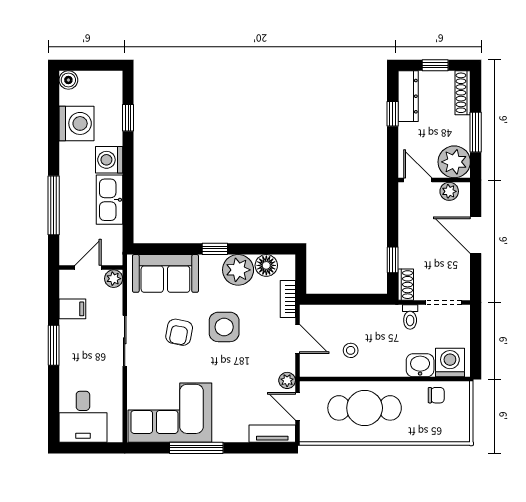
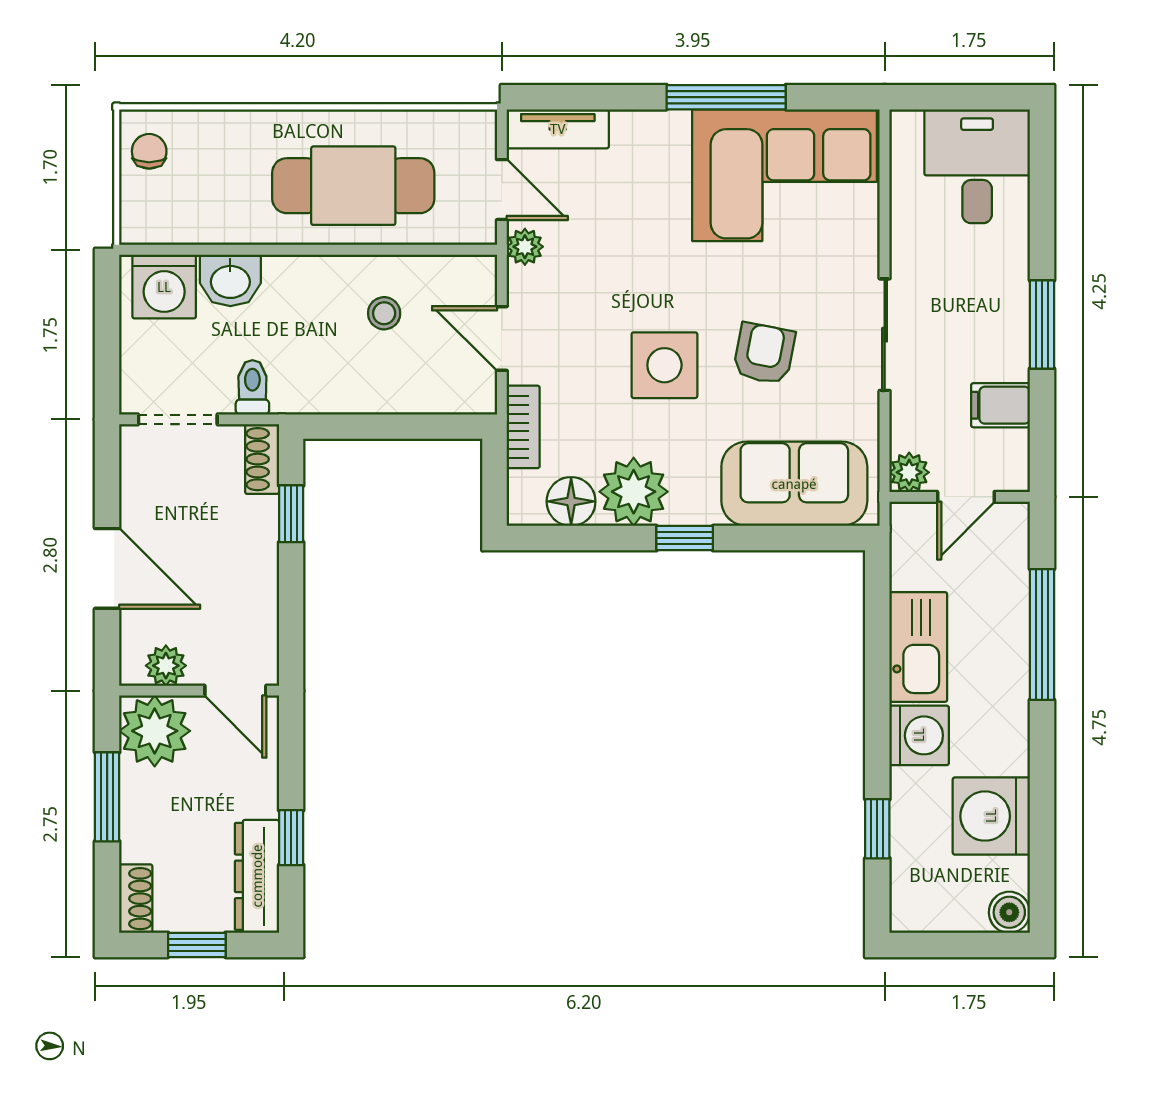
shoe rack: (463, 93) -> (136, 899), width x0.70
chair: (436, 395) -> (149, 151), moved, turned 90

